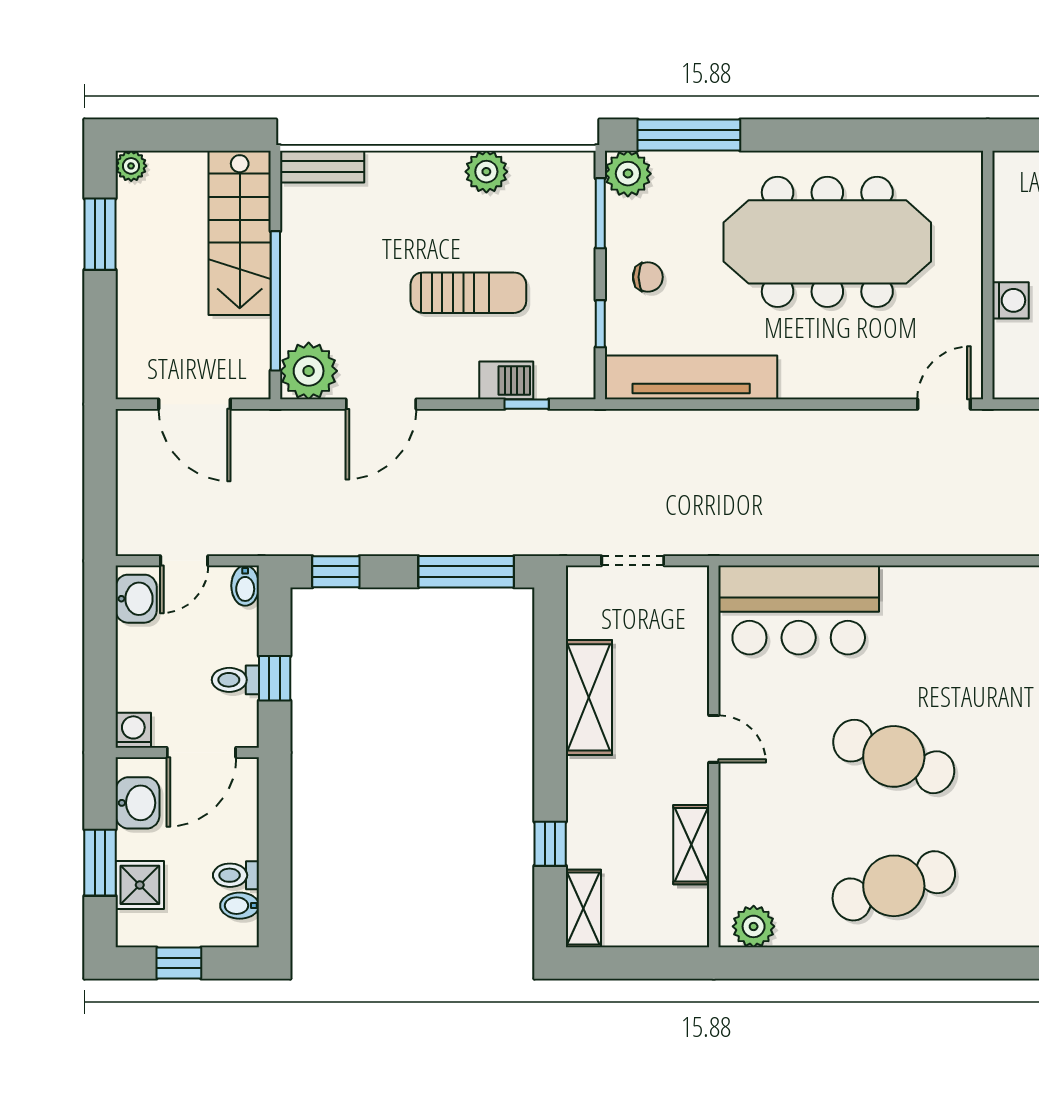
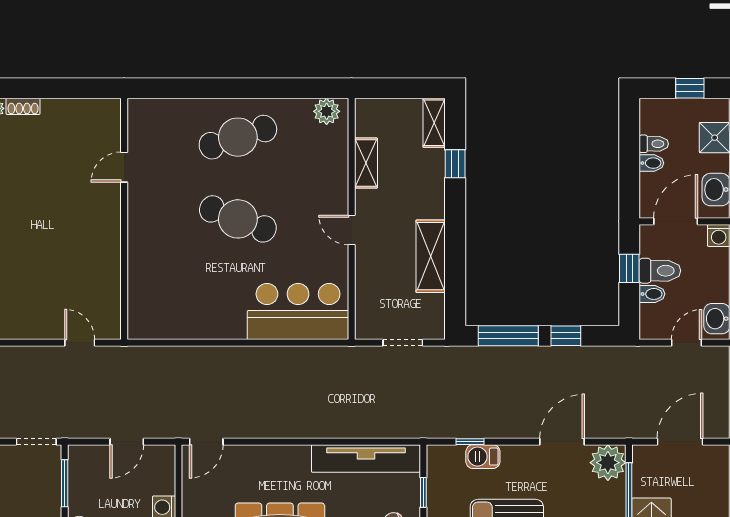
door: (195, 404) -> (680, 442), hinge flipped
window: (336, 572) -> (566, 336), moved
bidet: (245, 586) -> (652, 294), moved, turned 90
toilet: (235, 680) -> (660, 271), width x1.37, depth x1.39
bidet: (240, 906) -> (651, 163), moved

